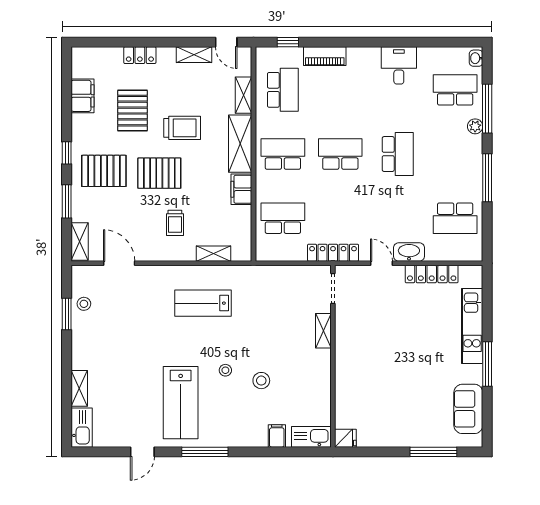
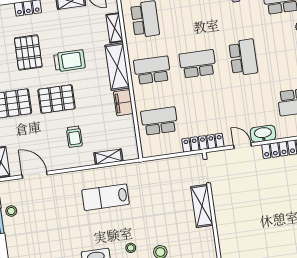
shelving: (323, 331) -> (202, 206), width x1.50, depth x1.33

